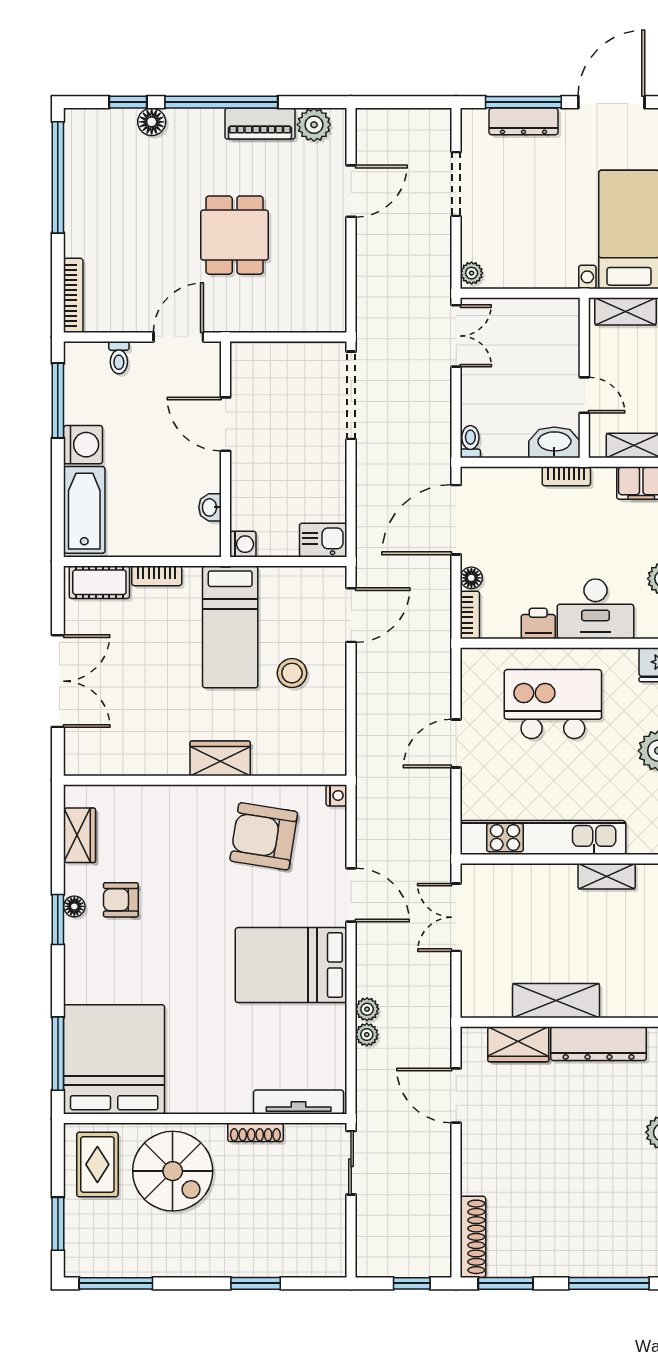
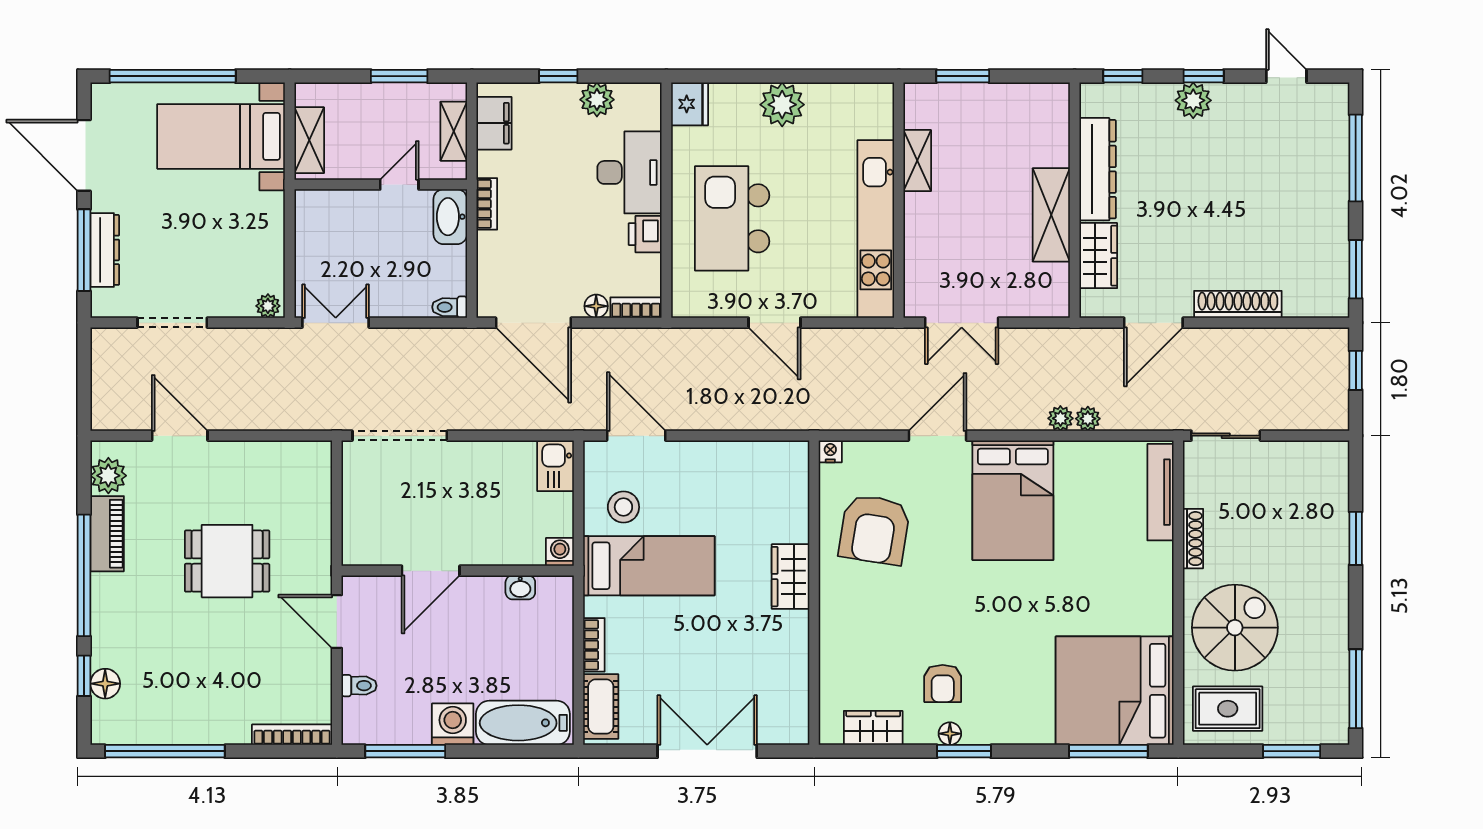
floor lamp: (152, 122) -> (105, 684), moved
stool: (292, 673) -> (623, 507), moved
shoe rack: (473, 1237) -> (1238, 304), moved

